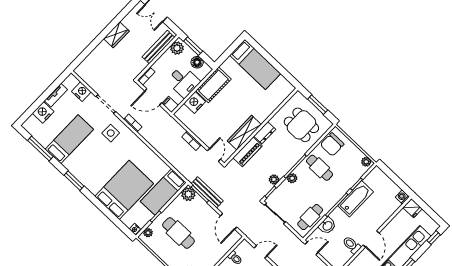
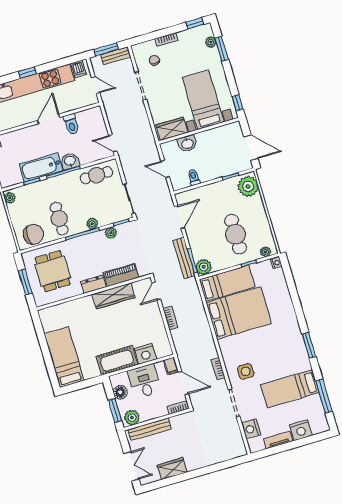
wardrobe: (116, 35) -> (172, 469), moved
bed: (124, 190) -> (239, 313), moved, turned 180
washbasin: (327, 226) -> (70, 161), moved

